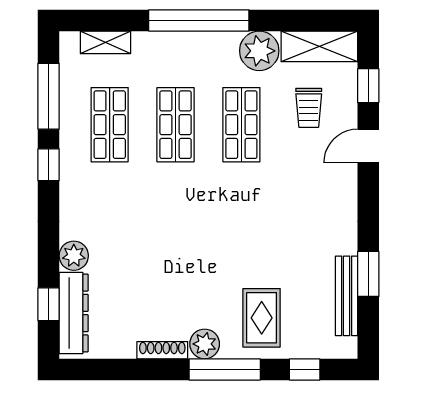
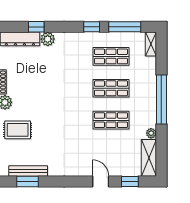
shelving: (105, 42) -> (151, 44), moved
plant: (259, 51) -> (151, 133), width x0.53, depth x0.53
trolley: (309, 108) -> (119, 153), removed
window: (368, 274) -> (28, 182), moved
window: (49, 304) -> (36, 27), moved

